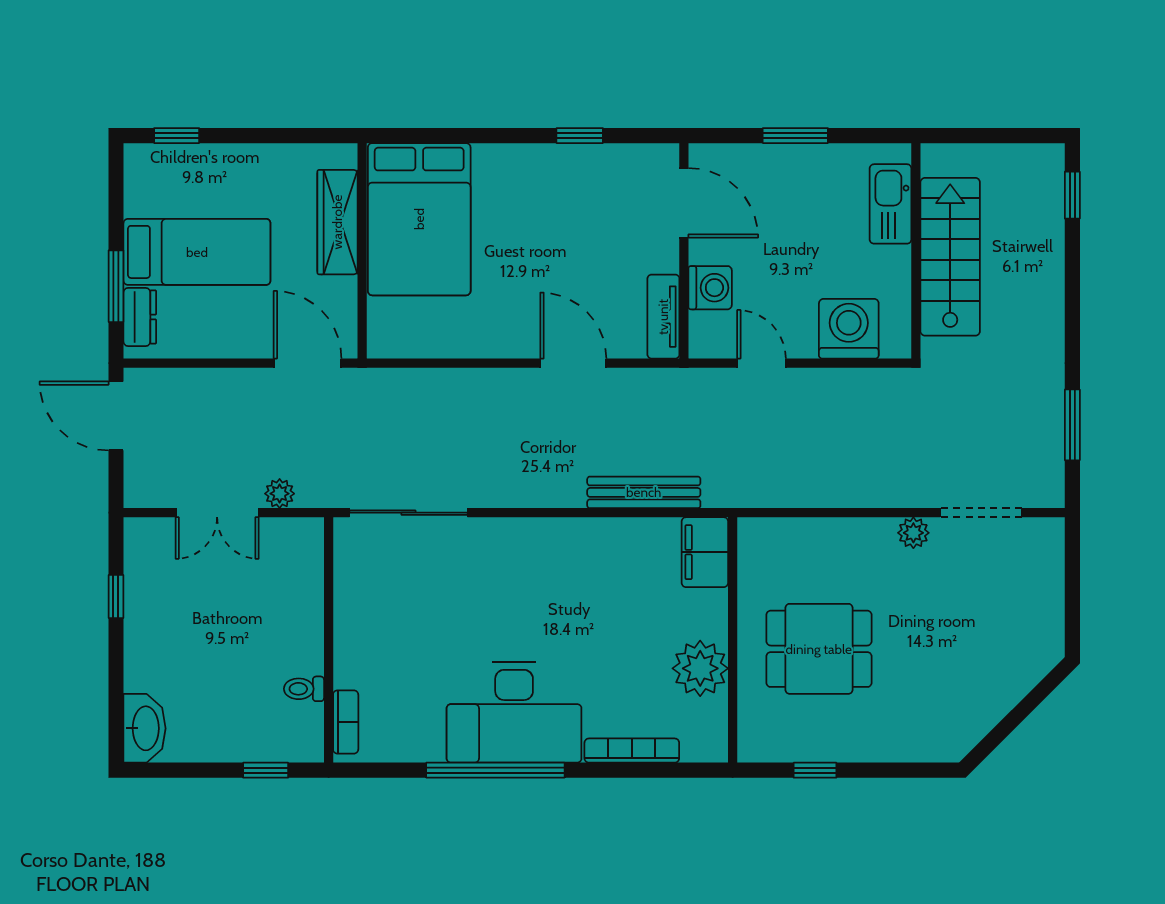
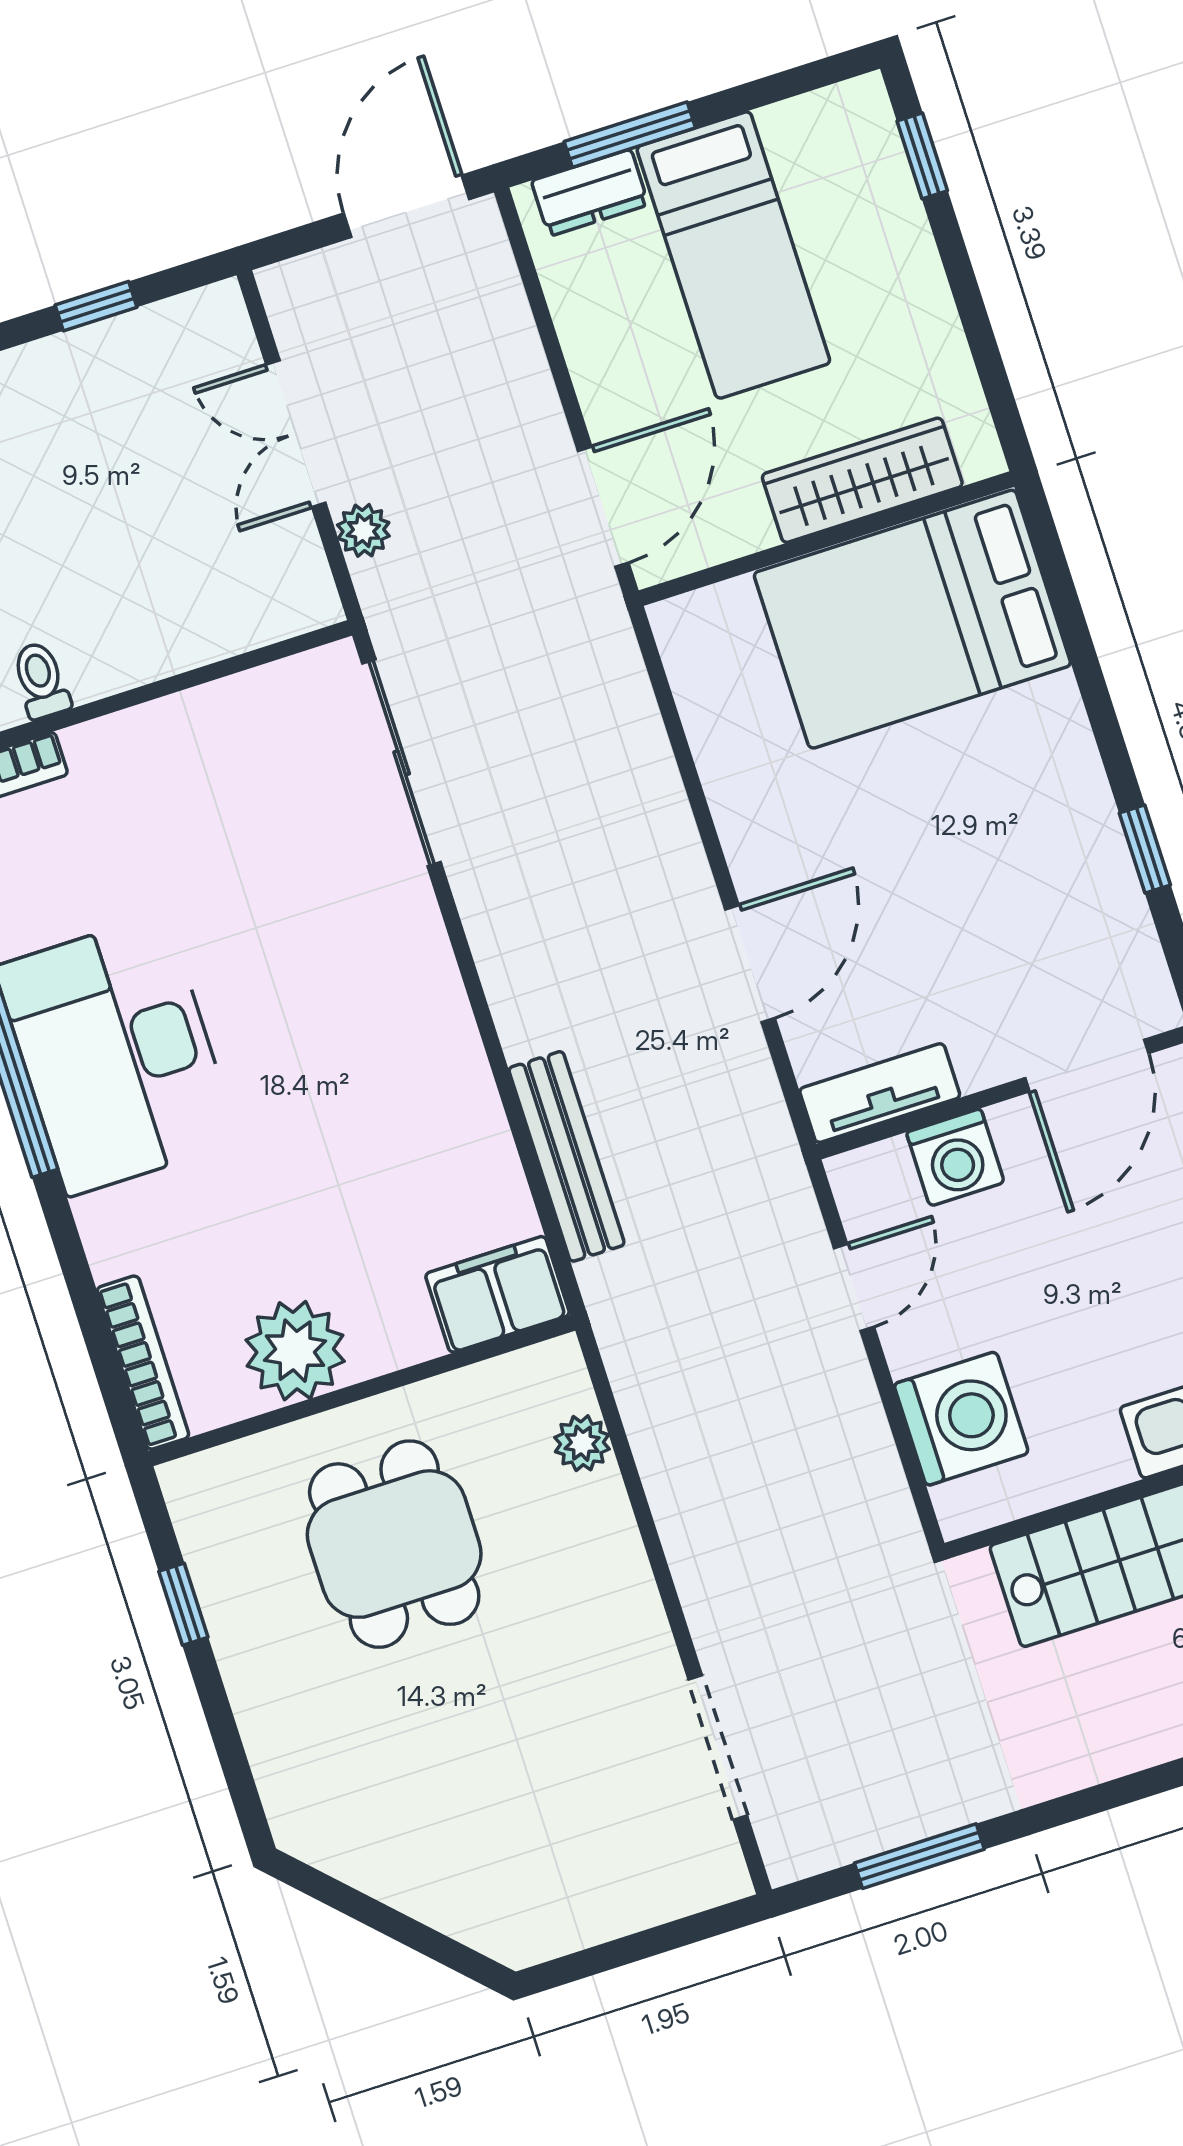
plant: (913, 533) -> (582, 1443), moved
bookcase: (632, 751) -> (143, 1363), moved

